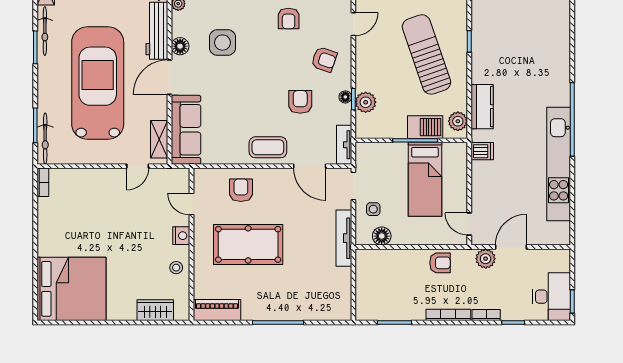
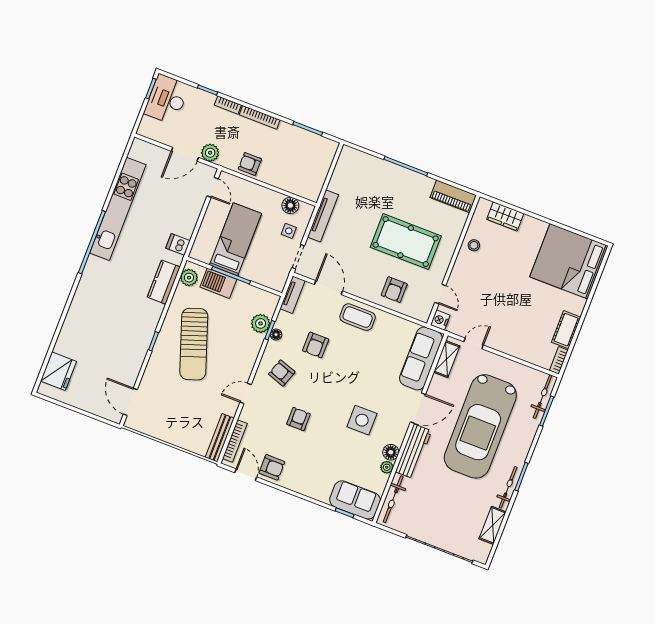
floor lamp: (180, 46) -> (391, 452), moved
cot: (47, 217) -> (566, 330), added
nightstand: (181, 236) -> (440, 320), moved

